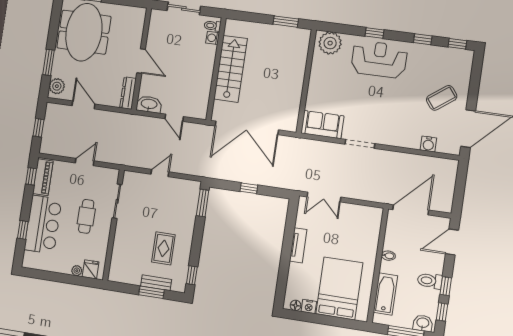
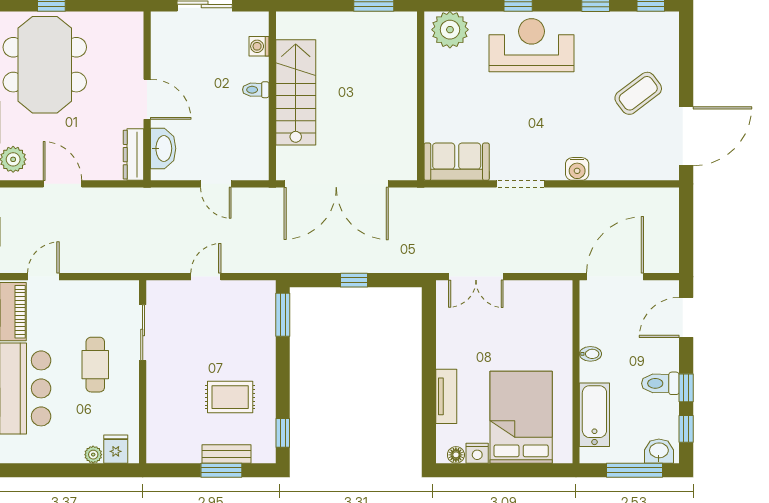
toilet: (212, 26) -> (256, 90), moved
washbasin: (149, 104) -> (163, 148), moved, turned 90
water cooler: (428, 144) -> (577, 169), moved
door: (85, 162) -> (43, 277), moved
tv unit: (298, 245) -> (446, 396), moved
rug: (163, 248) -> (230, 397), turned 90

